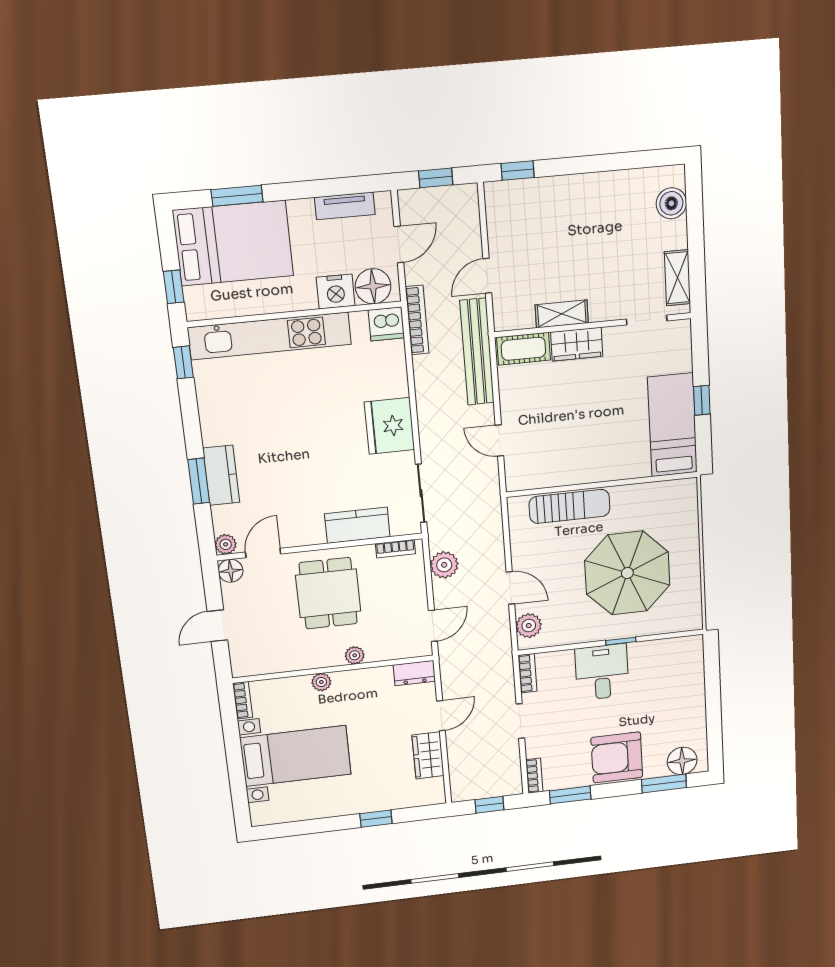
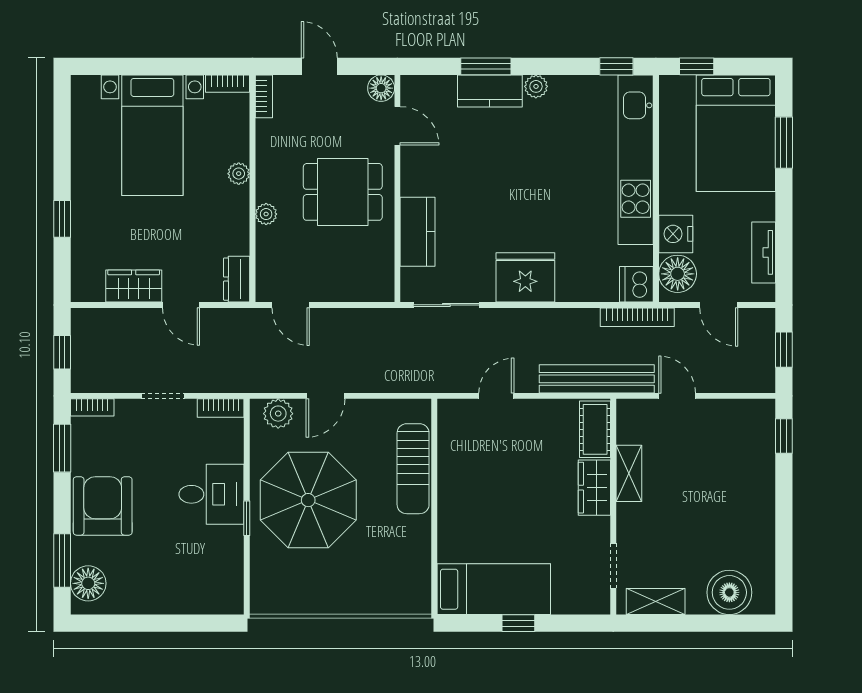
boiler: (671, 203) -> (729, 592), width x1.37, depth x1.37
plant: (226, 544) -> (536, 86), moved
bookcase: (395, 549) -> (264, 96), moved, turned 180
plant: (444, 565) -> (361, 324), removed
parasol: (627, 573) -> (308, 500), moved

